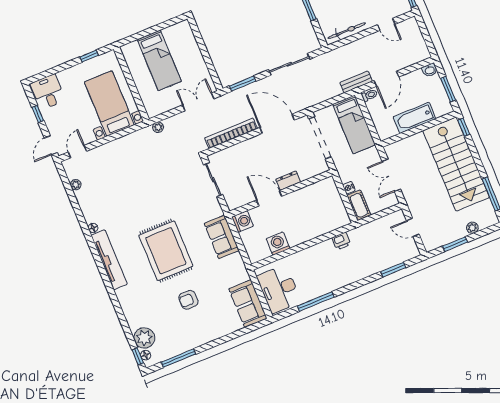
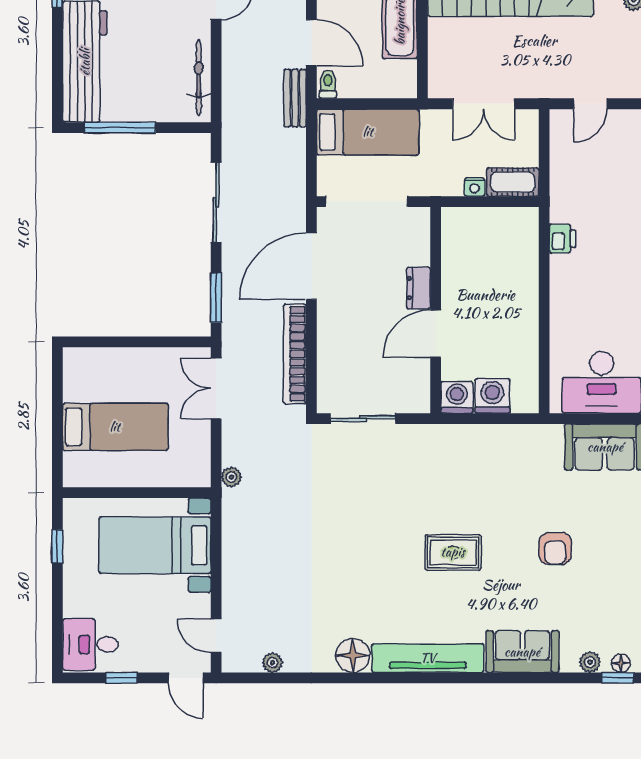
floor lamp: (93, 228) -> (353, 656), width x1.89, depth x1.89
sofa: (222, 237) -> (522, 652), moved, turned 180
washing machine: (278, 244) -> (492, 396), moved, turned 90
rug: (166, 251) -> (453, 552), width x0.54, depth x0.49
plant: (144, 338) -> (590, 662), width x0.53, depth x0.53

